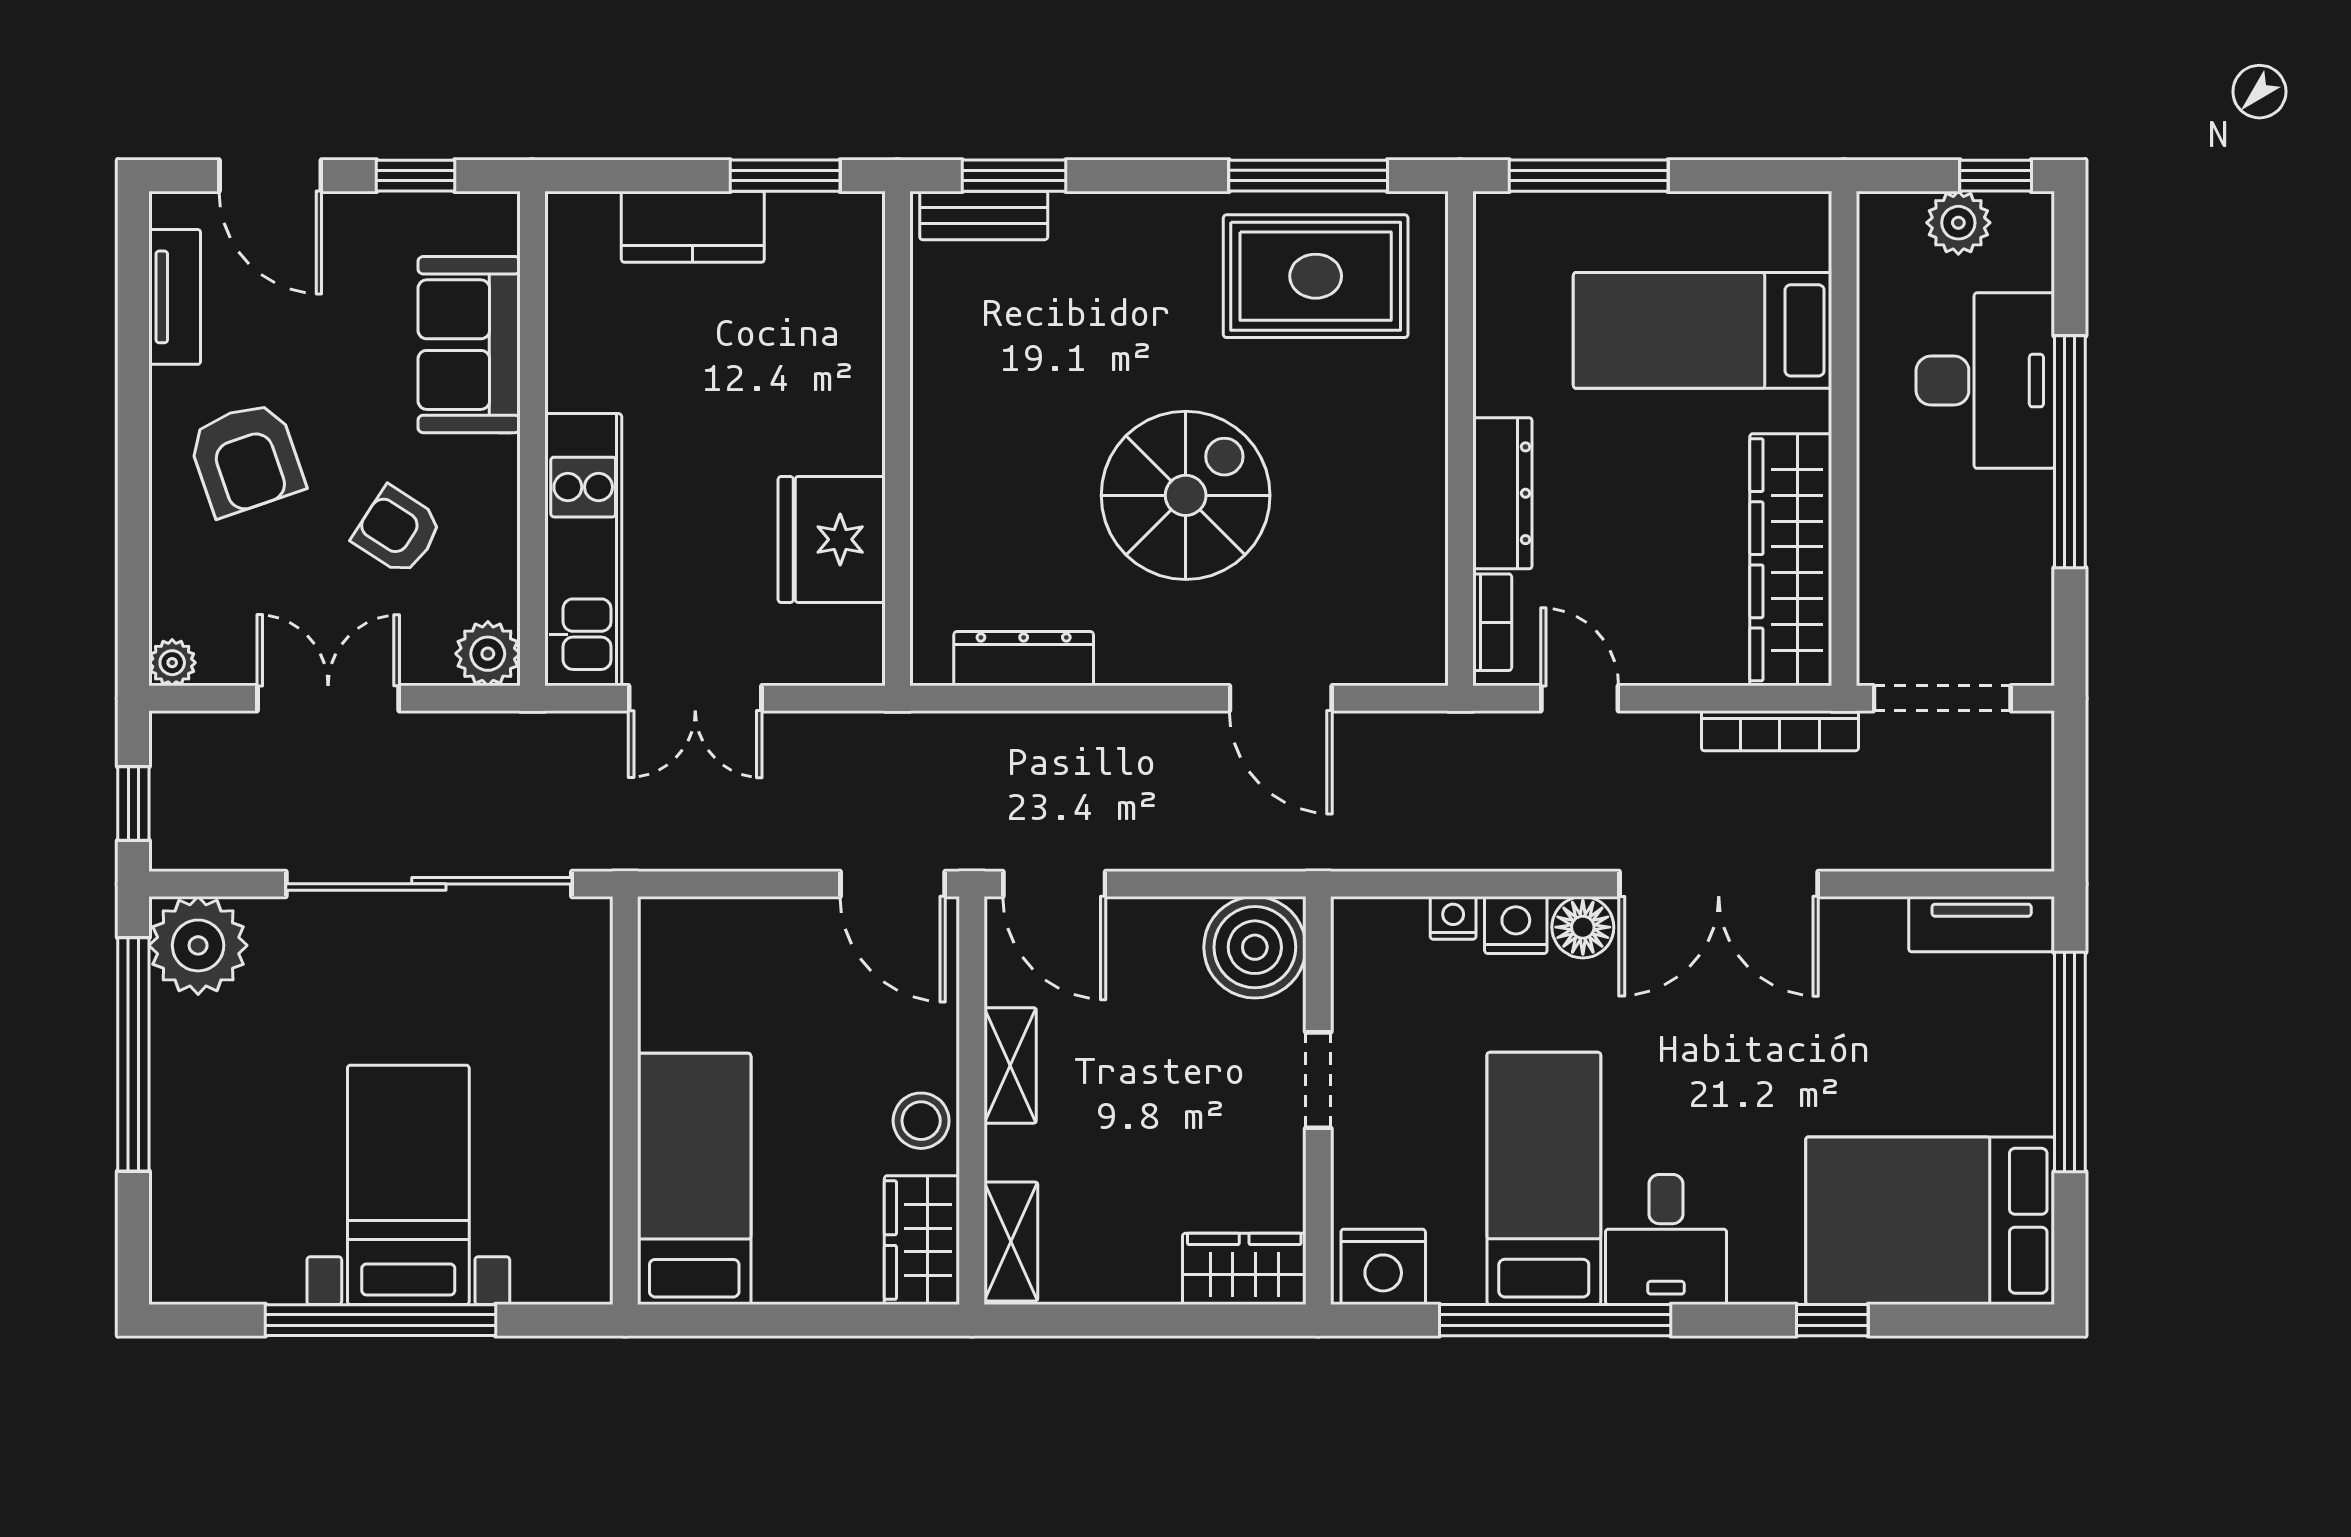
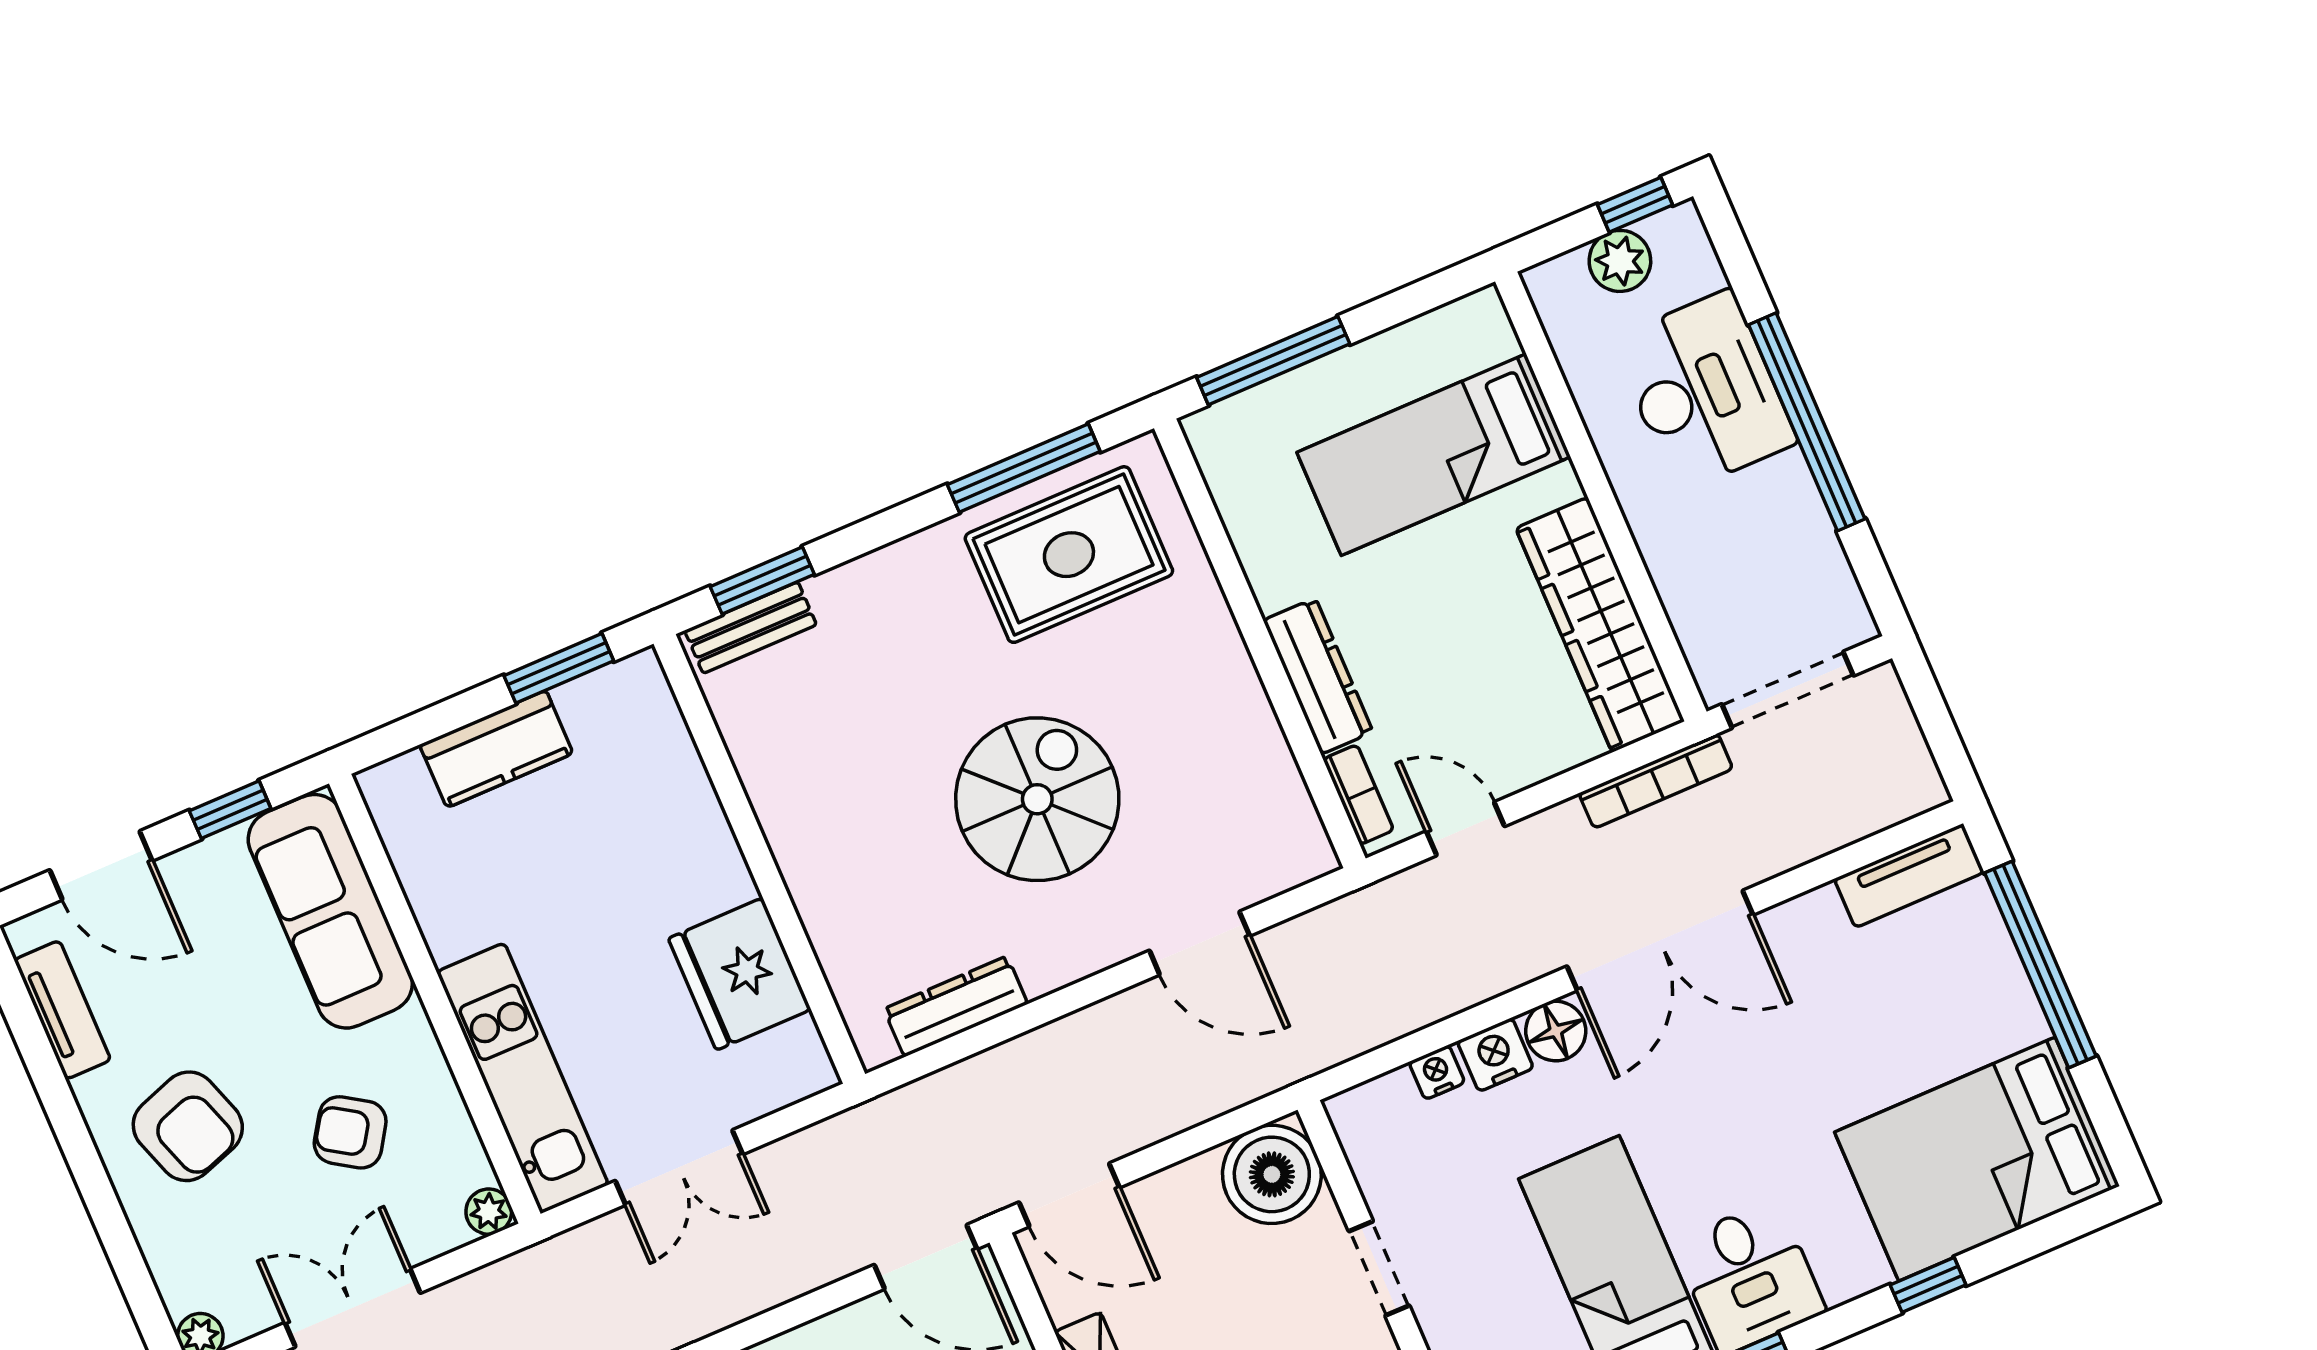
sofa: (469, 345) -> (330, 911), width x1.36
plant: (488, 654) -> (489, 1212), width x0.73, depth x0.73

